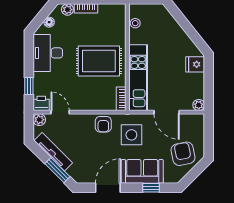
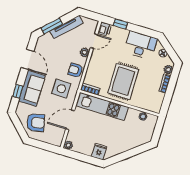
plant: (39, 120) -> (85, 52), moved

